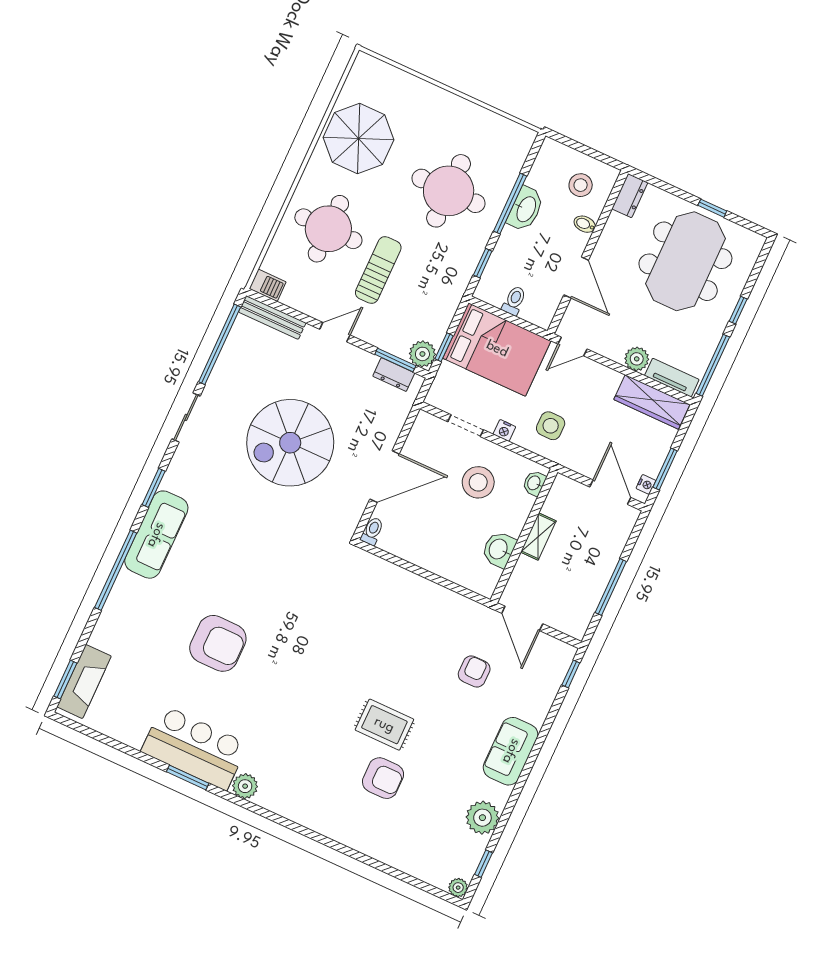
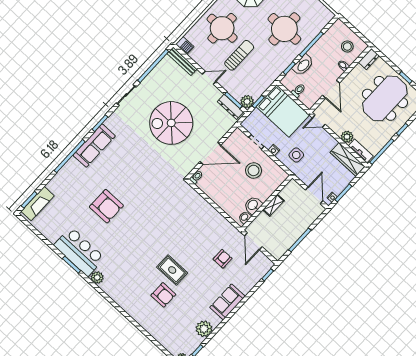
washbasin: (526, 209) -> (303, 65), moved
dresser: (394, 375) -> (230, 107), width x1.44
washbasin: (534, 483) -> (245, 217), moved

